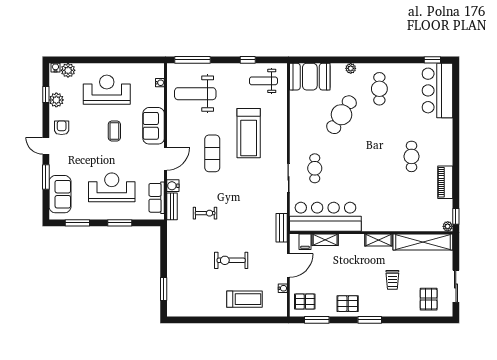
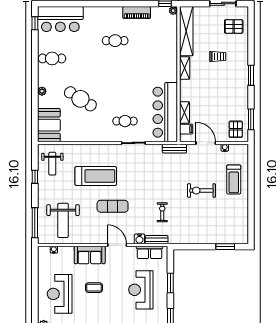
cafe table: (379, 89) -> (52, 58), moved
exercise bike: (231, 260) -> (201, 191), turned 90
treadmill: (244, 299) -> (234, 179), turned 180
pallet: (348, 304) -> (237, 94), removed

